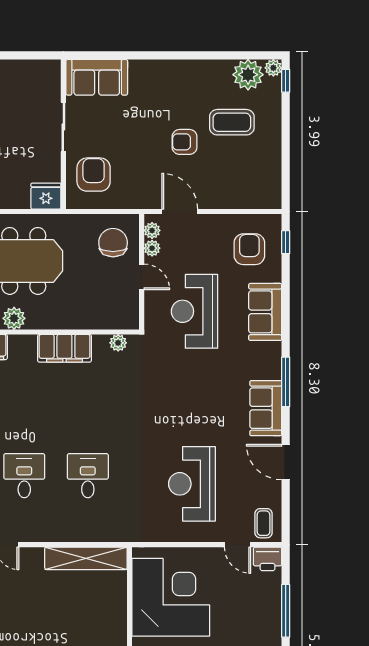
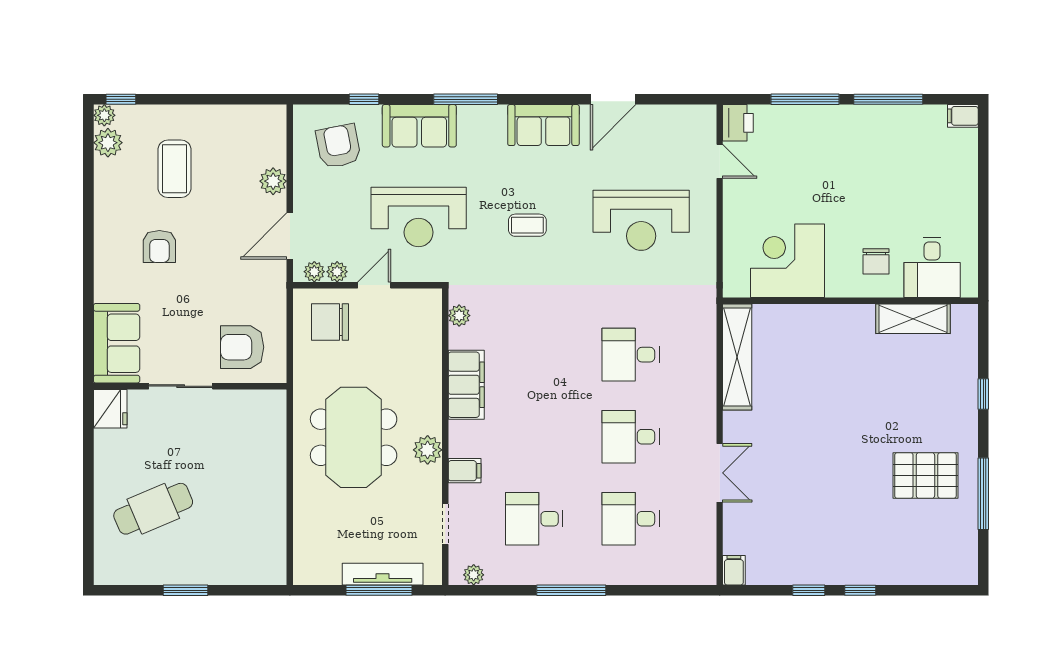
plant: (248, 75) -> (108, 143), width x0.73, depth x0.73
armchair: (185, 142) -> (159, 246), moved
fridge: (46, 196) -> (110, 409), moved, turned 180
plant: (222, 199) -> (273, 181), added
window: (286, 242) -> (364, 99), moved
armchair: (249, 249) -> (338, 146), turned 79
window: (286, 382) -> (466, 99), moved
coffee table: (264, 523) -> (527, 225), moved
door: (238, 545) -> (720, 161), hinge flipped
corner desk: (171, 597) -> (787, 261), width x0.74, depth x0.74

